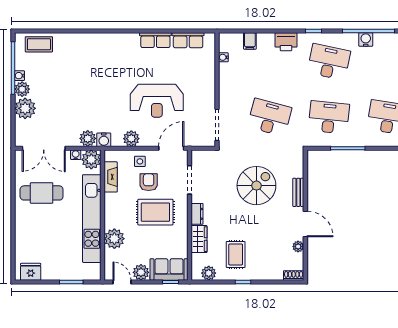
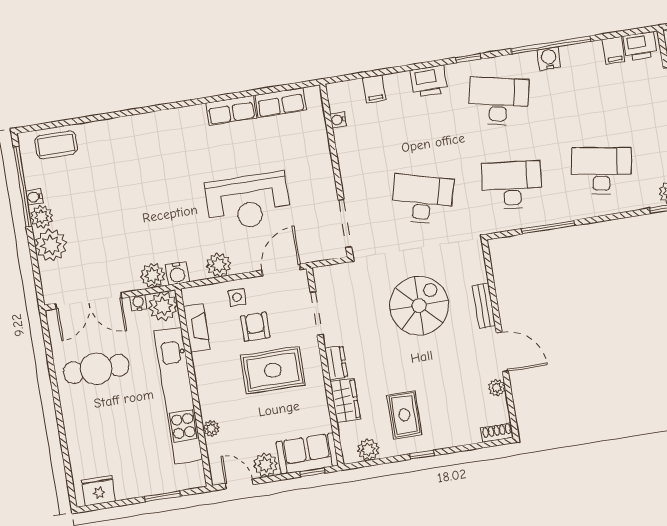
plant: (114, 239) -> (211, 429), width x0.53, depth x0.53

